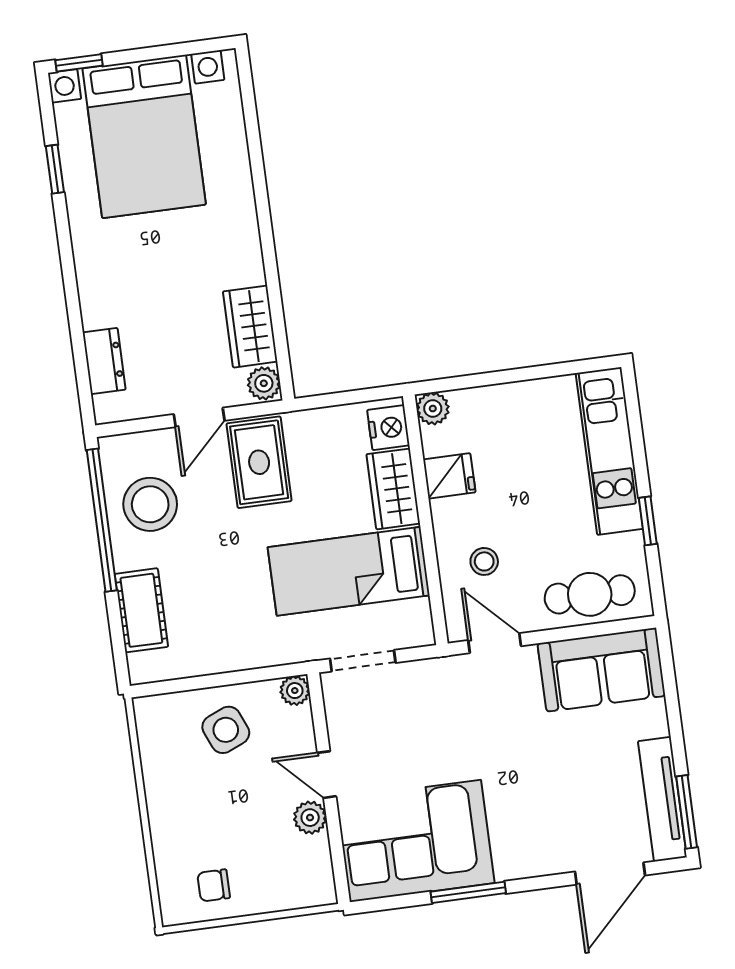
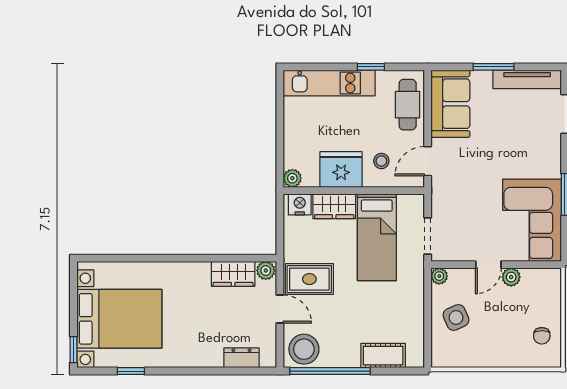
fridge: (449, 476) -> (341, 170), width x1.88, depth x1.34
stool: (150, 504) -> (304, 349), moved
window: (687, 812) -> (493, 67), moved

